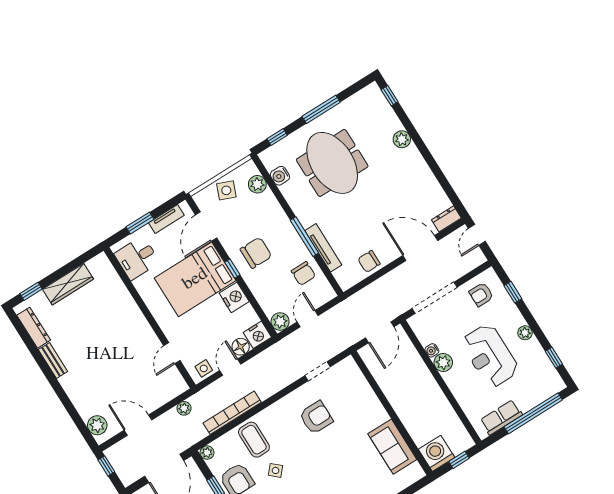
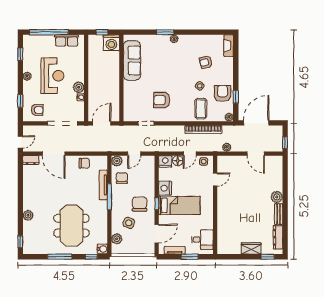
water cooler: (280, 176) -> (102, 249), moved
side table: (226, 190) -> (129, 223), moved
chair: (256, 253) -> (140, 204), turned 90
bed: (195, 279) -> (179, 205), width x0.67
wardrobe: (68, 284) -> (251, 249), width x0.67
plant: (280, 321) -> (117, 161), moved
plant: (97, 425) -> (277, 197), moved
sofa: (392, 447) -> (132, 60), width x1.36

